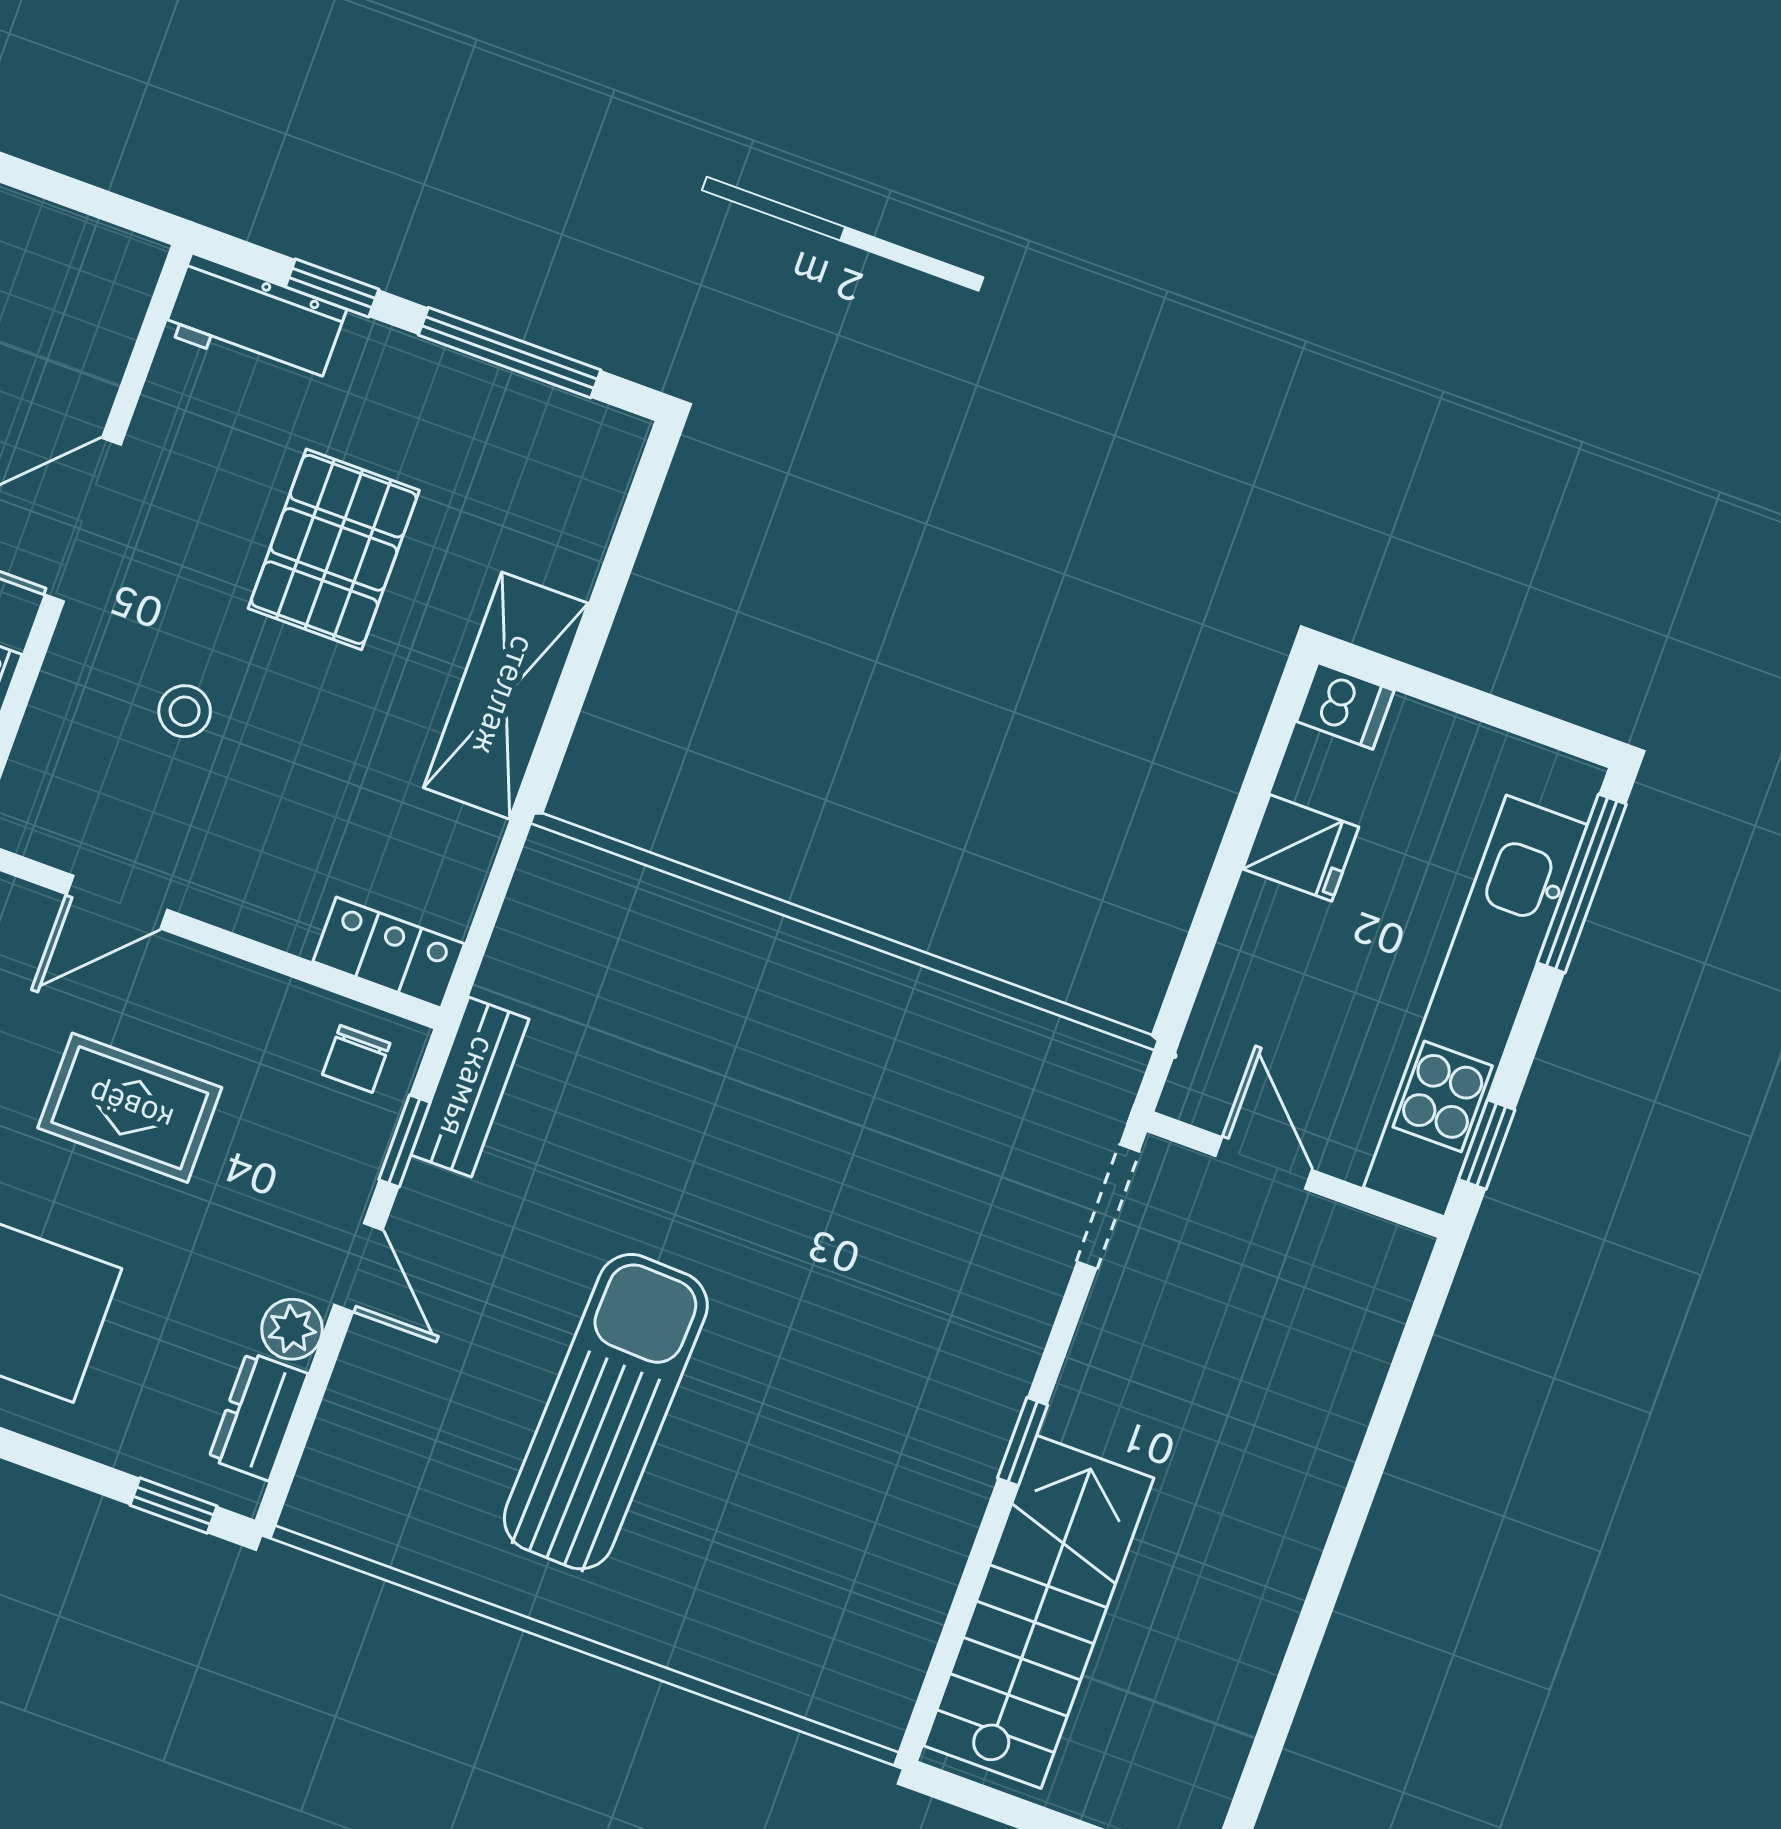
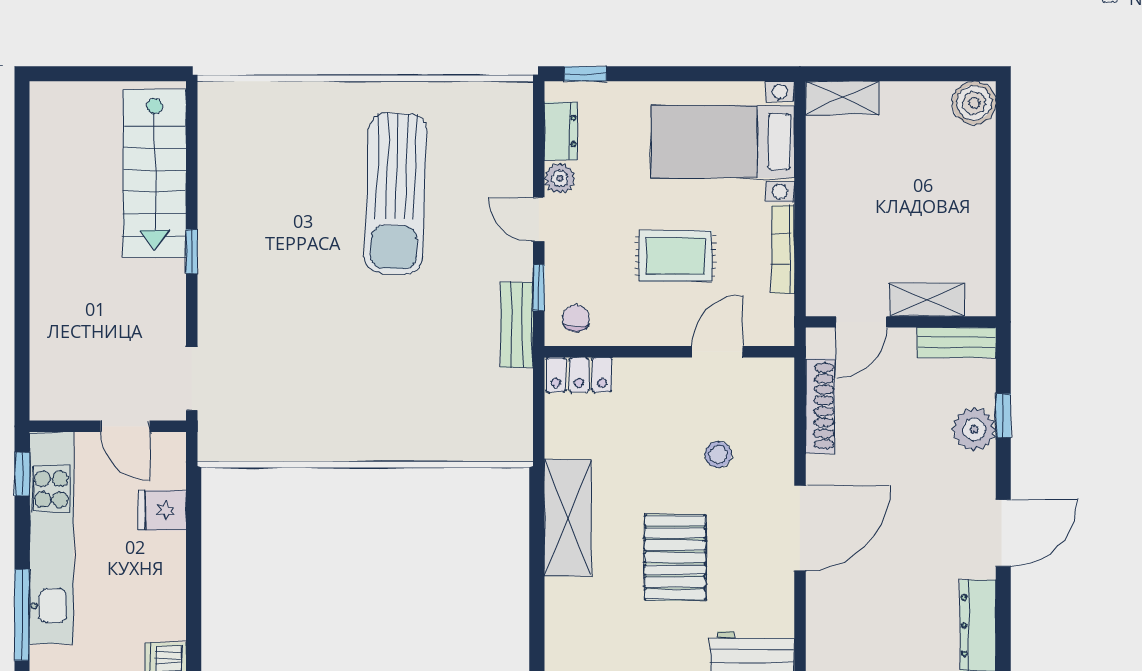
fridge: (1301, 848) -> (162, 510), moved

